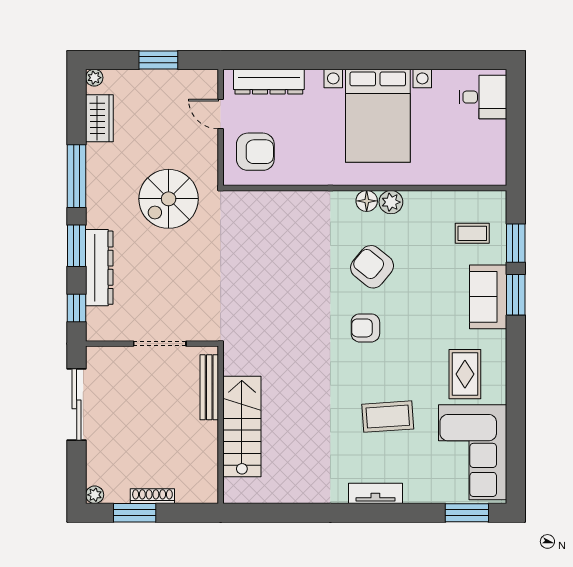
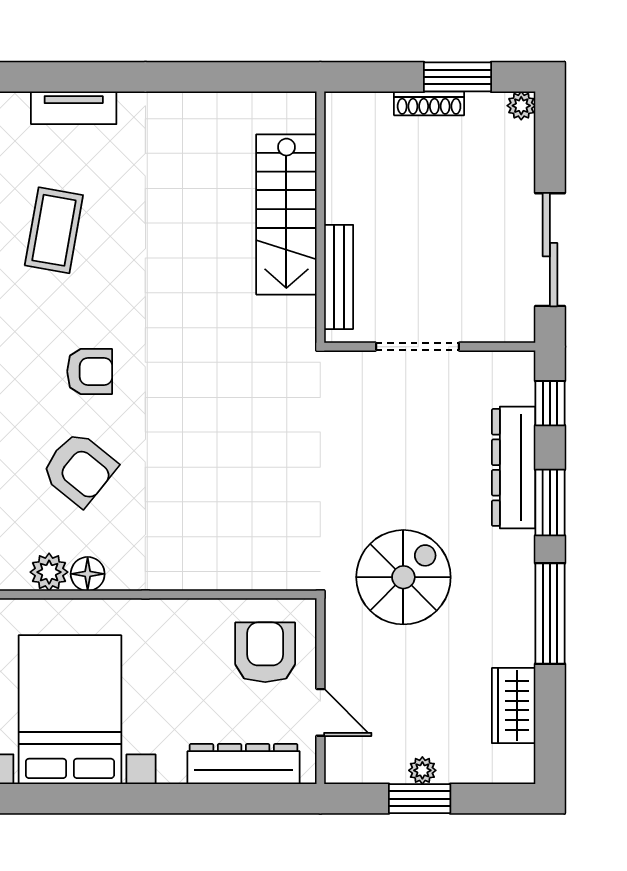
plant: (94, 78) -> (422, 770), moved
armchair: (255, 152) -> (265, 652), turned 90
coffee table: (388, 417) -> (54, 230), turned -76

